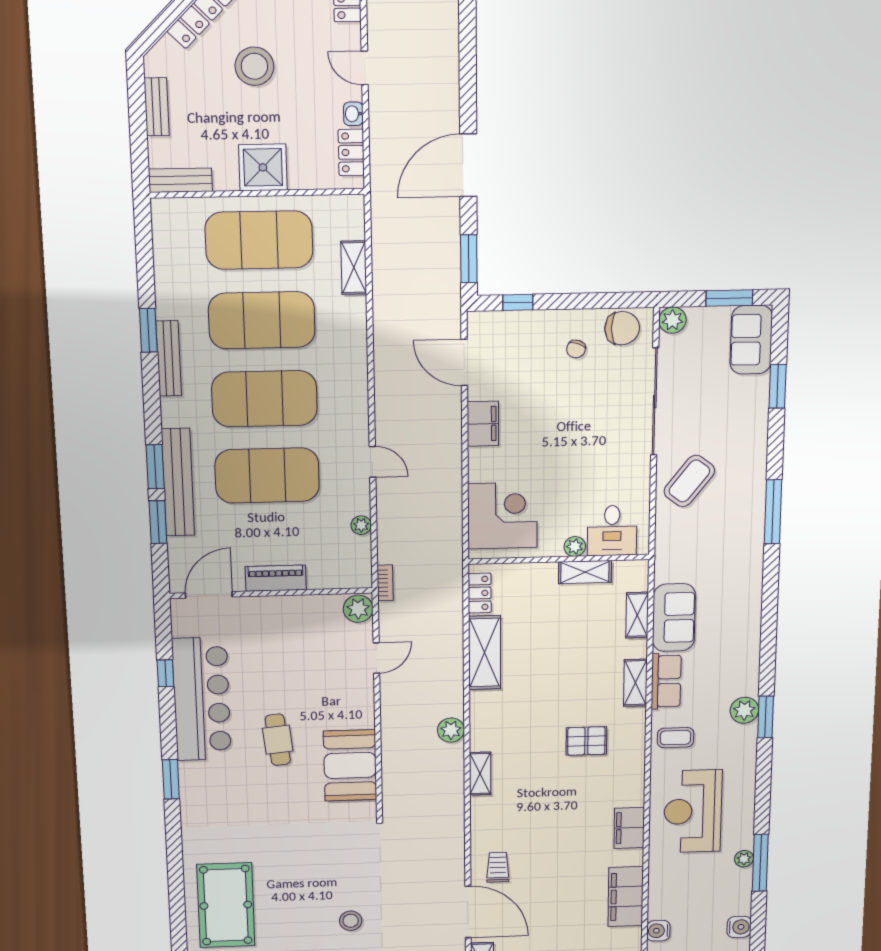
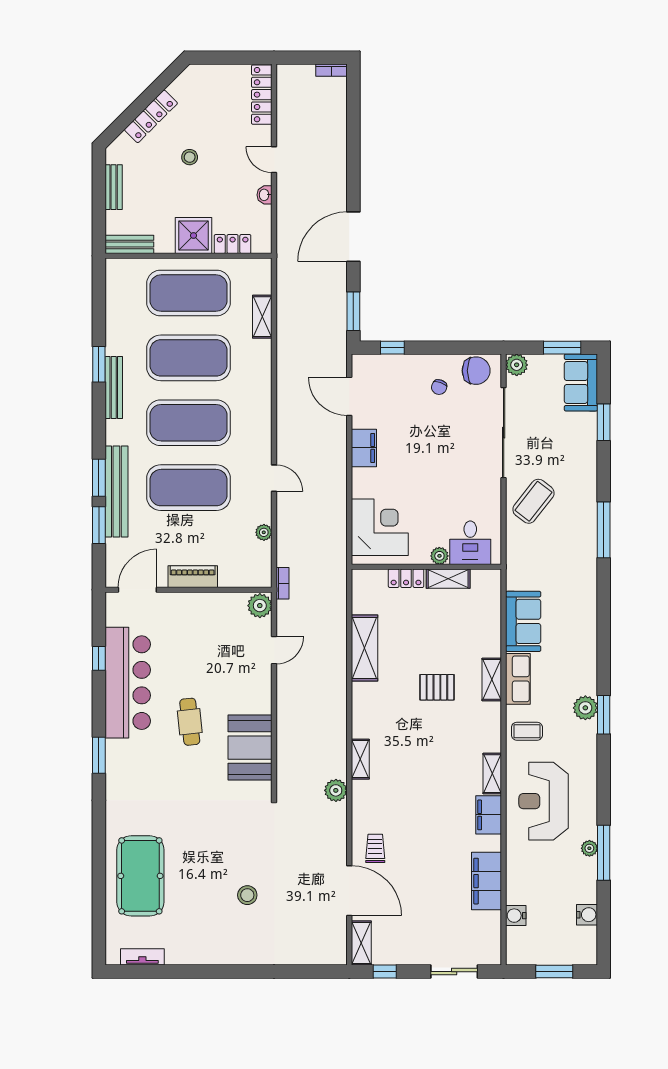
stool: (254, 66) -> (190, 157), width x0.53, depth x0.53
locker: (351, 152) -> (233, 244), moved, turned 90
locker: (480, 593) -> (406, 578), moved, turned 90
shelving: (637, 615) -> (492, 774), moved
plant: (451, 730) -> (336, 790), moved
pallet: (586, 741) -> (437, 687), moved

